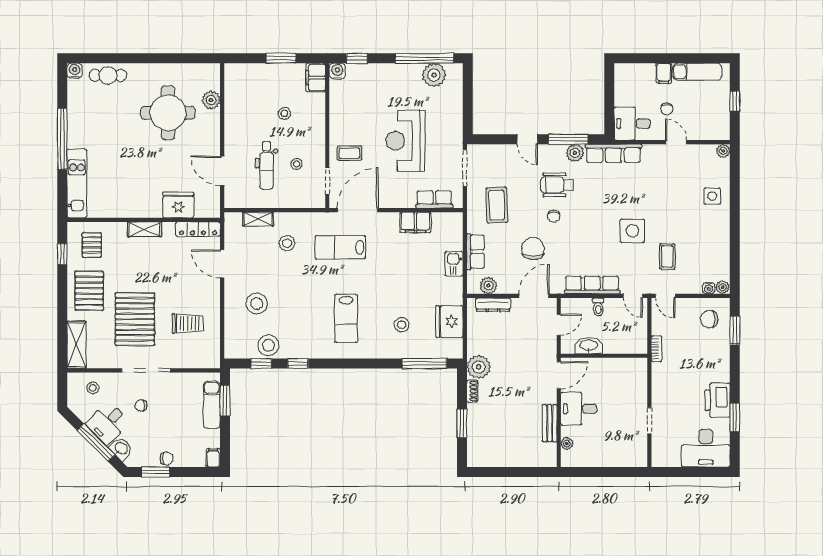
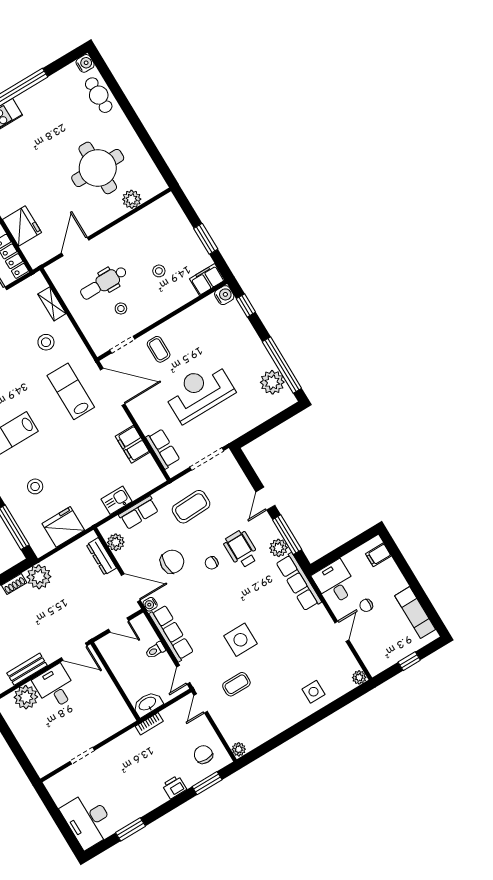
filing cabinet: (664, 73) -> (378, 555), moved
water cooler: (709, 288) -> (150, 604), moved
washbasin: (589, 346) -> (148, 704), moved, turned -90
printer: (717, 400) -> (174, 787), moved, width x0.53, depth x0.68
plant: (567, 444) -> (26, 697), width x1.87, depth x1.87

